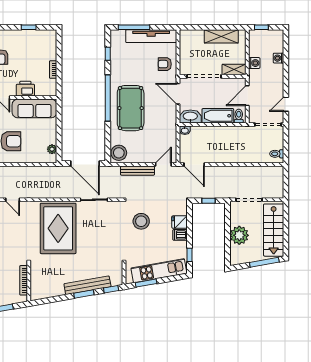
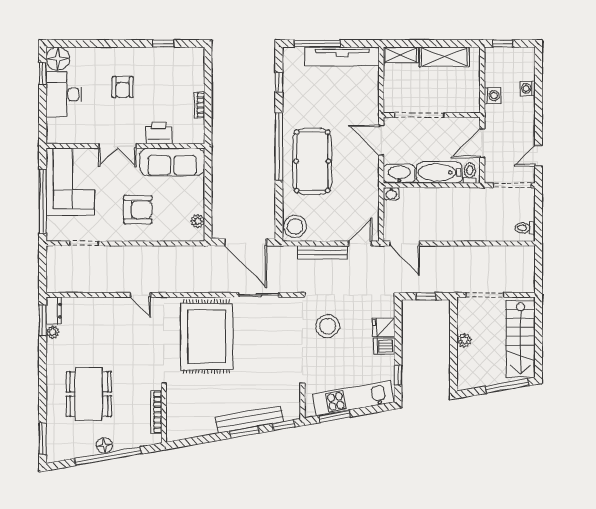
armchair: (165, 64) -> (362, 97), removed
shelving: (234, 70) -> (401, 55), moved
plant: (239, 235) -> (464, 340), width x0.53, depth x0.53

